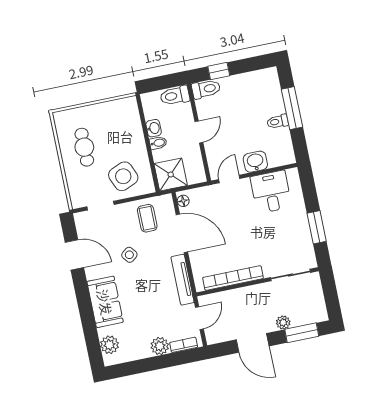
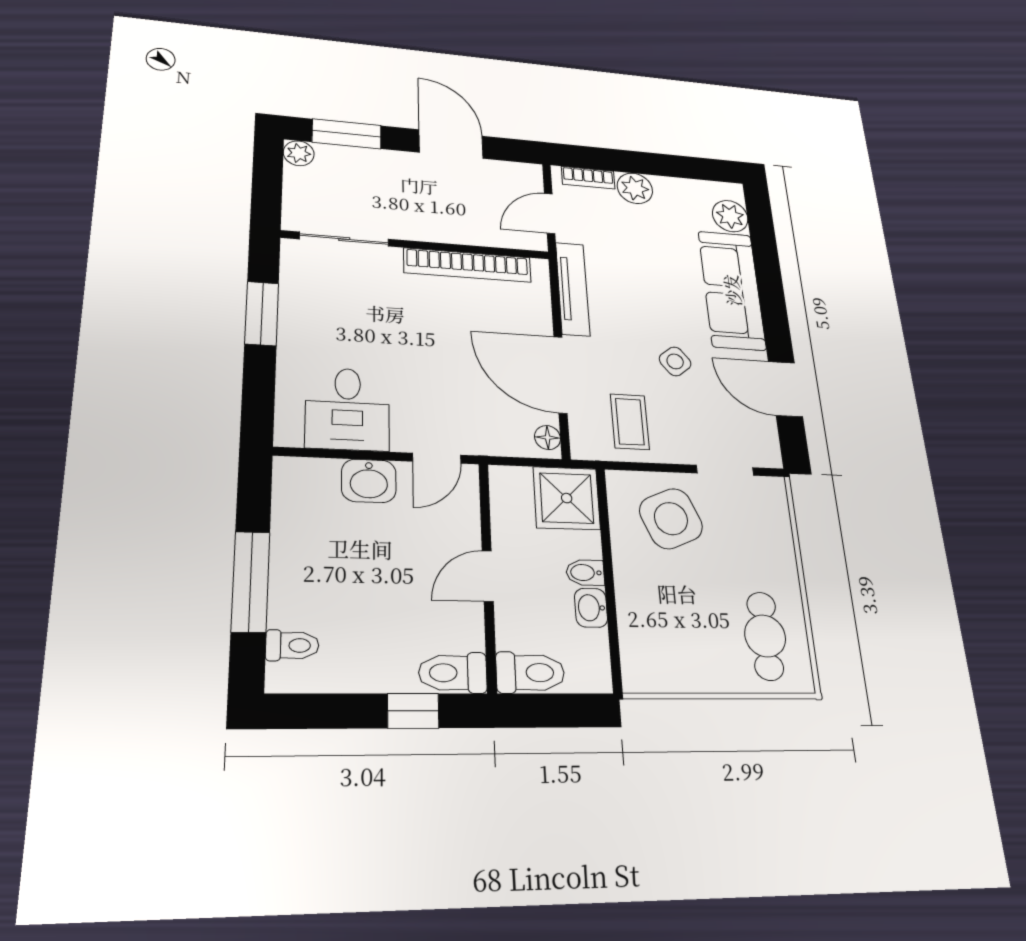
toilet: (277, 122) -> (292, 645), moved
cafe table: (84, 147) -> (765, 636), moved
sofa: (105, 302) -> (732, 290), width x1.36
plant: (283, 322) -> (299, 153), moved

